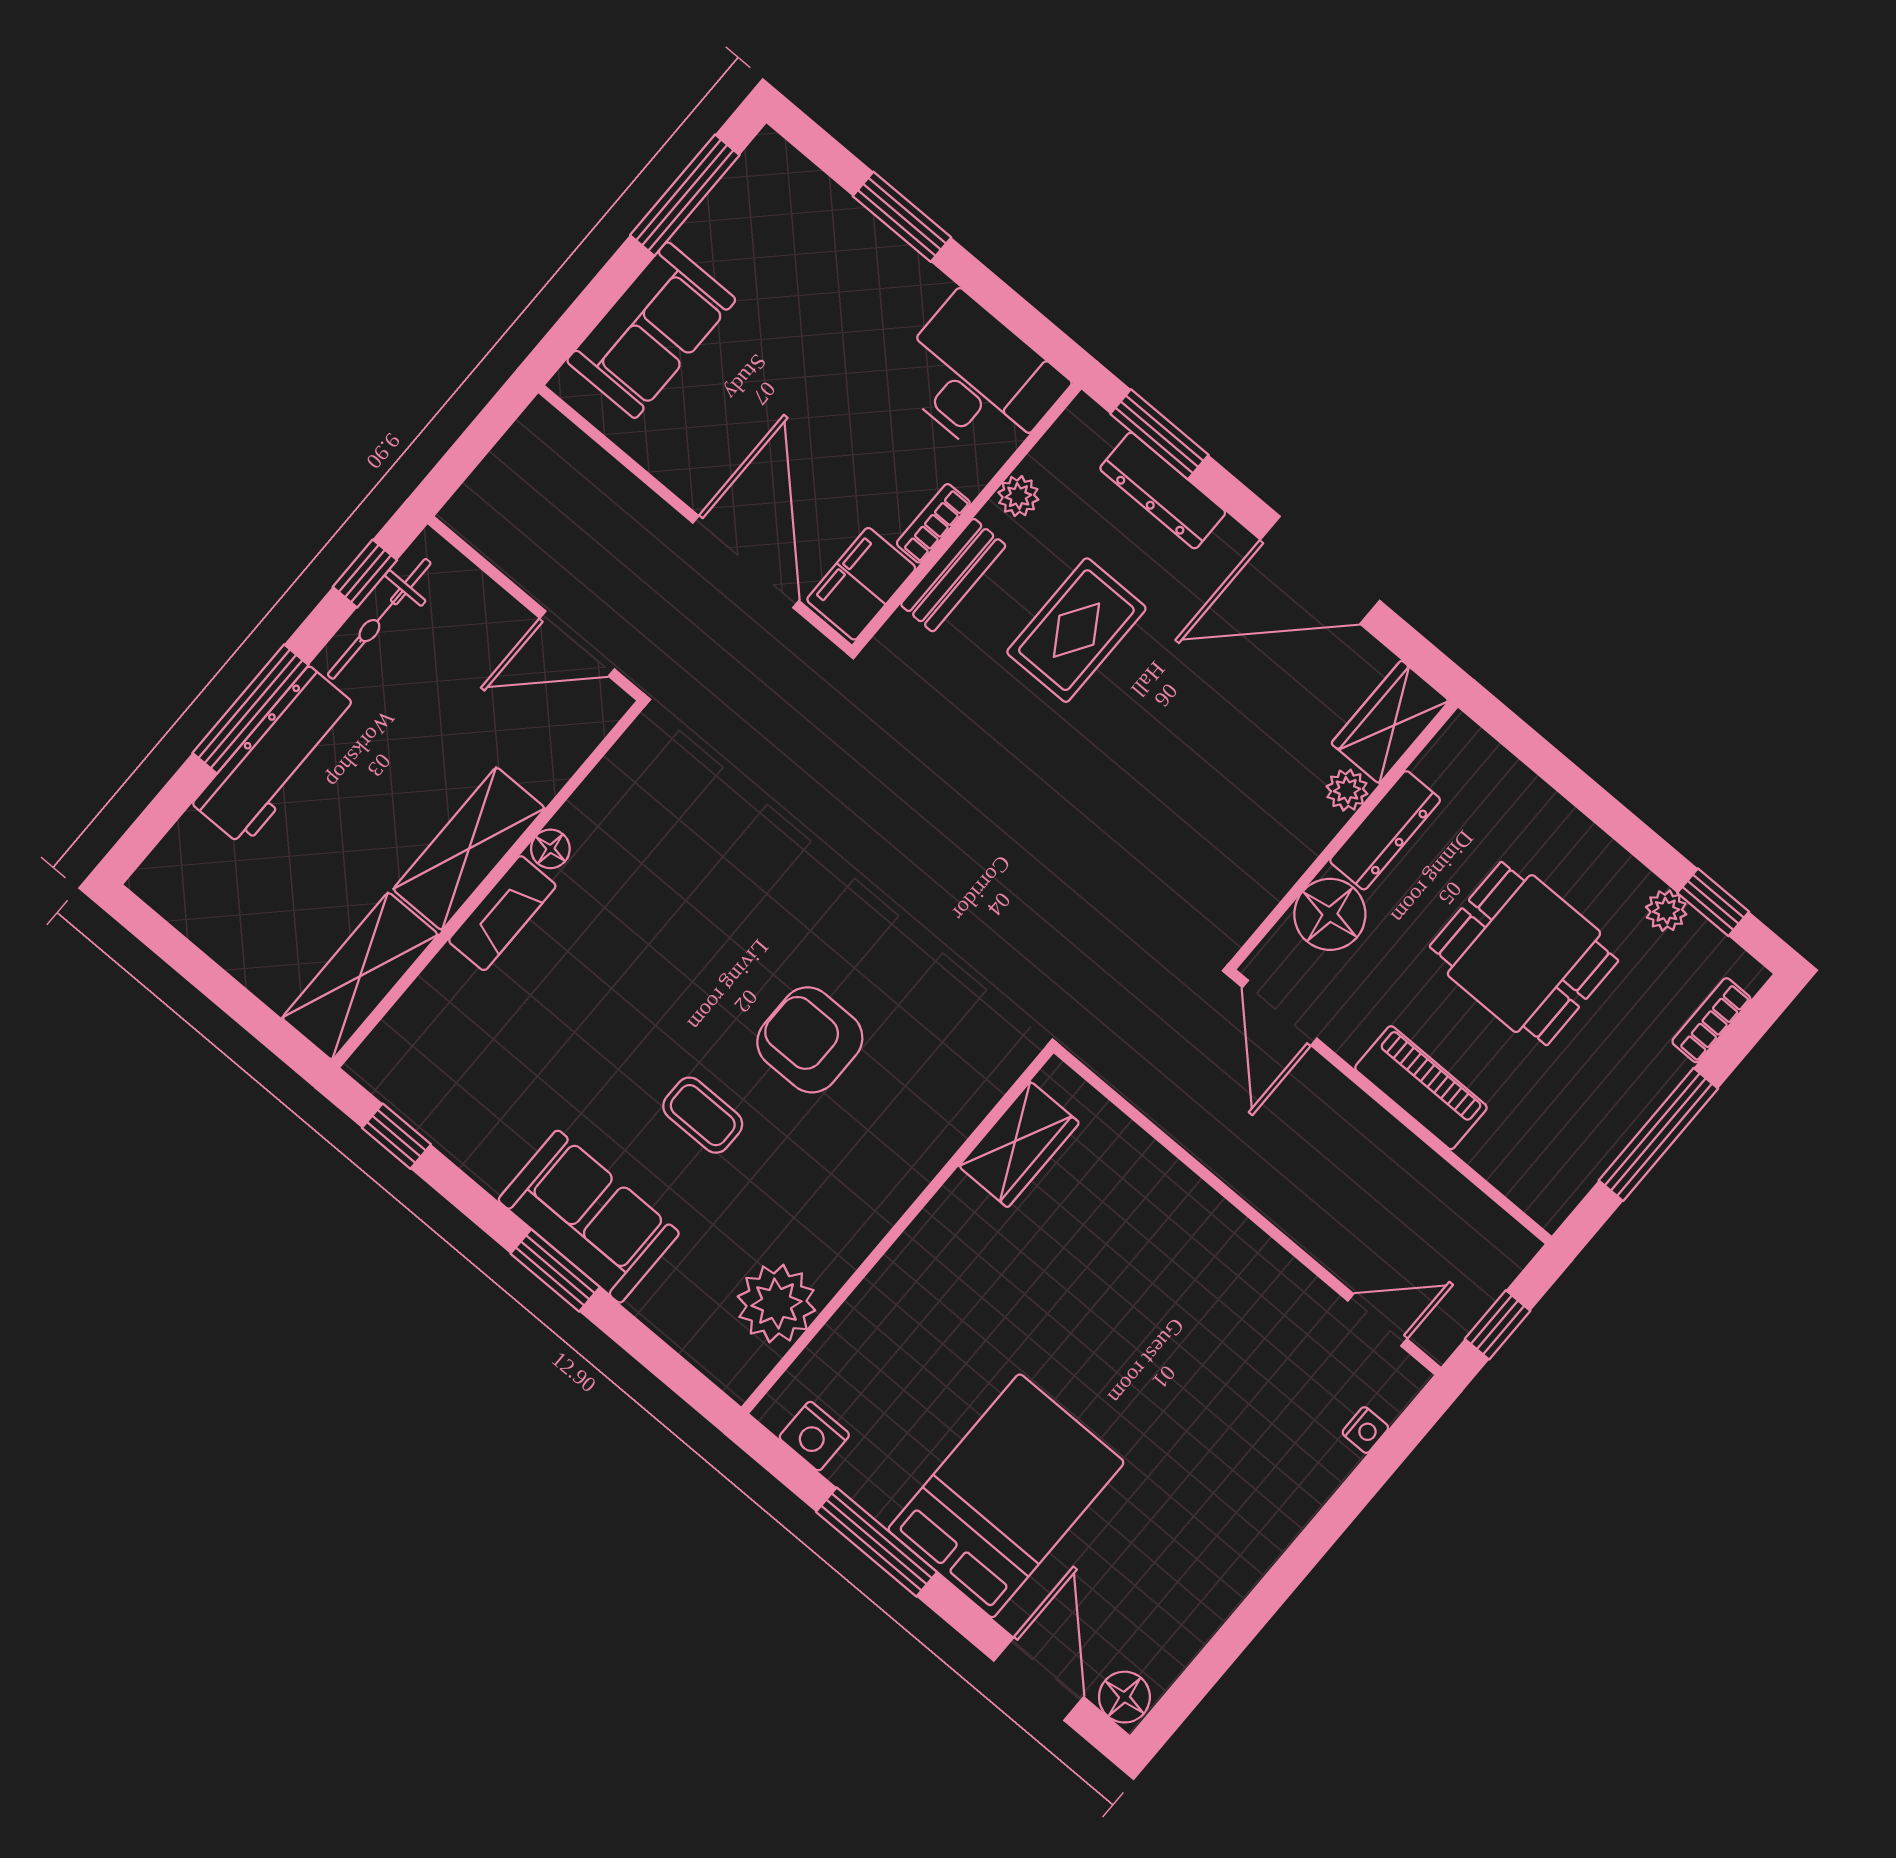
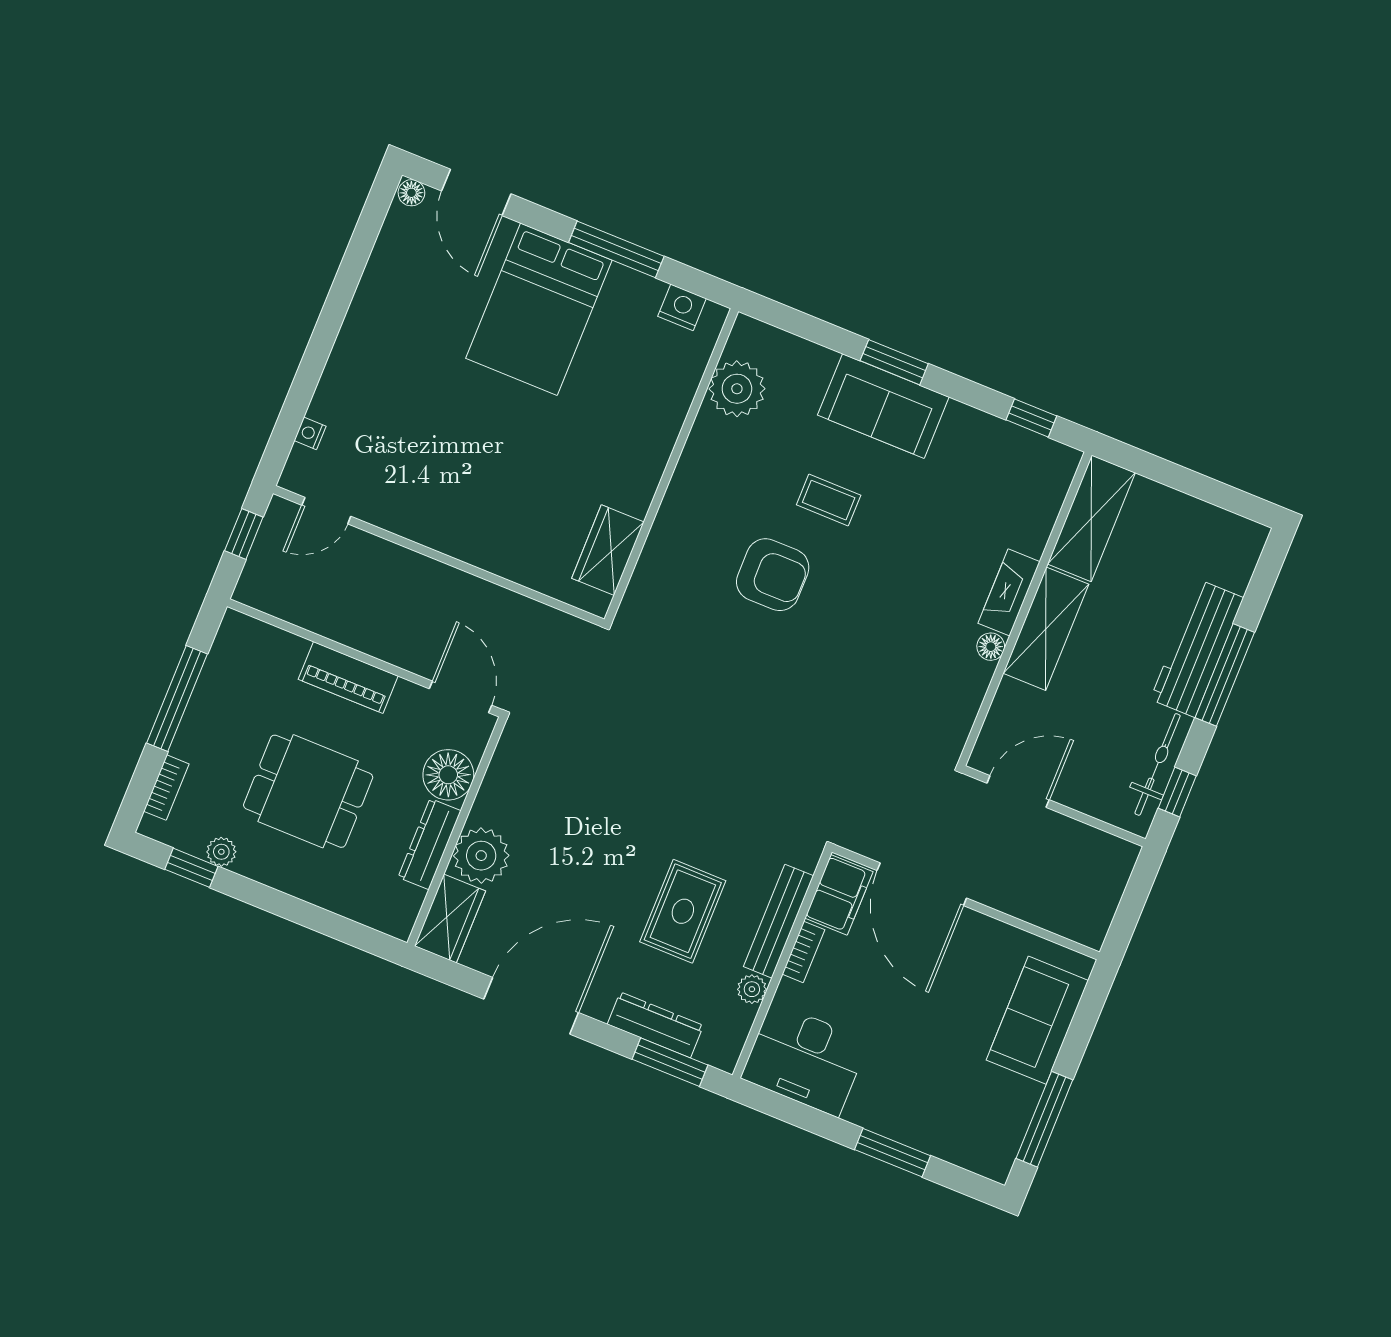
bench: (953, 575) -> (779, 921), width x1.36
plant: (1347, 790) -> (481, 856), width x1.87, depth x1.87
floor lamp: (1124, 1697) -> (411, 193), width x0.73, depth x0.73

